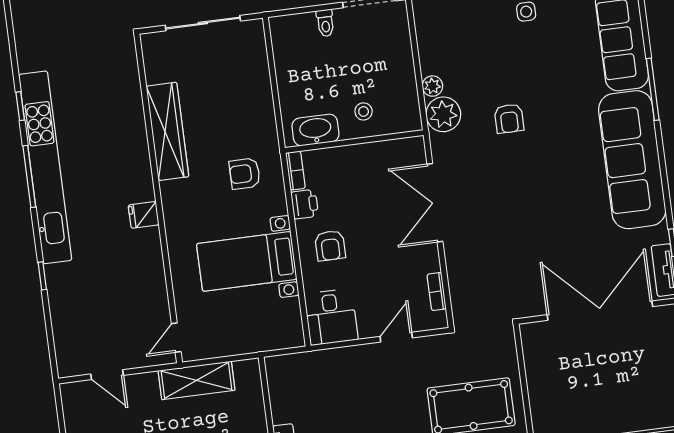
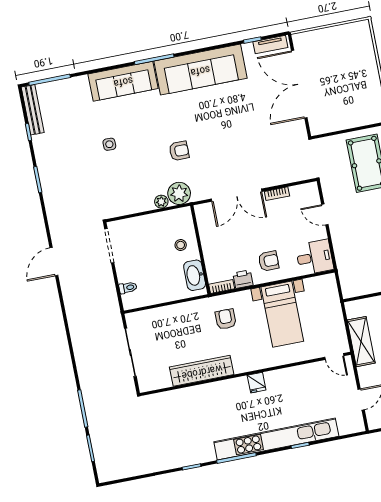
toilet: (325, 23) -> (128, 288), moved
kitchen unit: (45, 167) -> (276, 439), moved
armchair: (245, 174) -> (226, 319), turned 180
bookcase: (437, 292) -> (277, 194), moved

